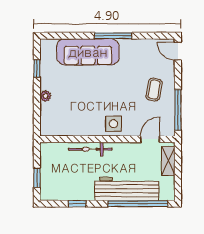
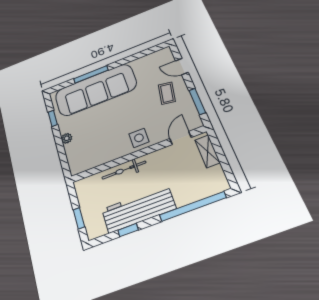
window: (113, 36) -> (91, 74), moved
door: (178, 51) -> (182, 67), moved
sofa: (88, 52) -> (95, 90), width x1.36, depth x1.27
window: (178, 110) -> (197, 101), width x0.69
workbench: (127, 189) -> (138, 209), moved

